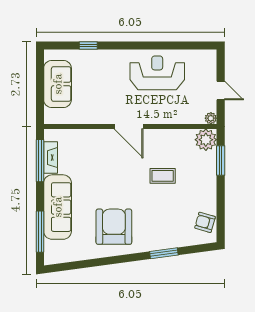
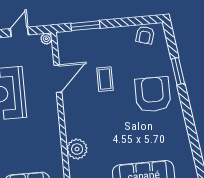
door: (129, 126) -> (58, 79), moved
plant: (206, 140) -> (77, 149), moved
armchair: (114, 227) -> (153, 94), moved, turned 90

